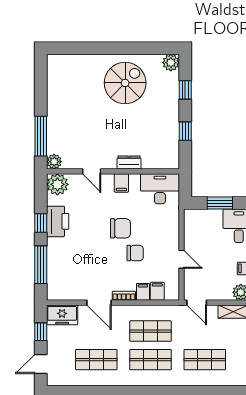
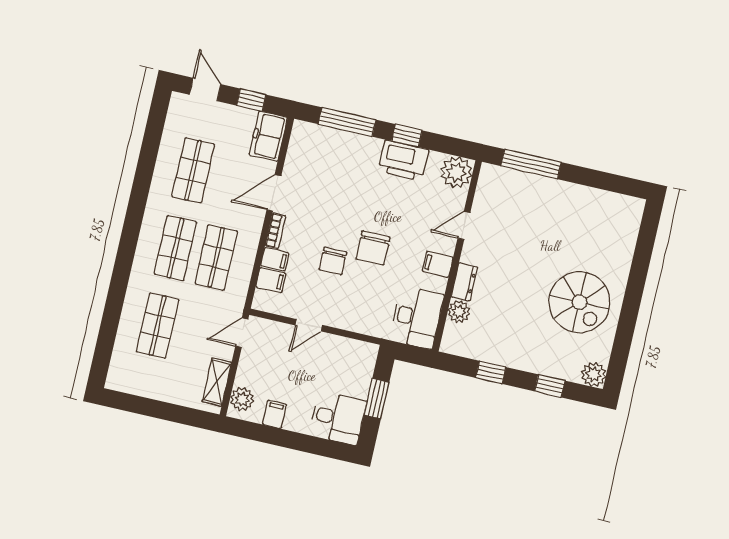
plant: (54, 162) -> (459, 312), moved

